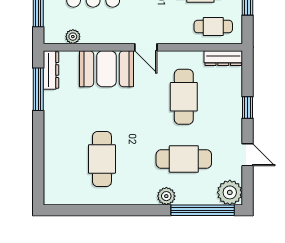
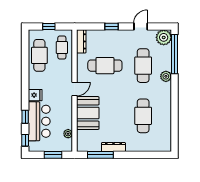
dresser: (51, 70) -> (113, 147), moved
cafe table: (102, 159) -> (143, 116), turned 90

